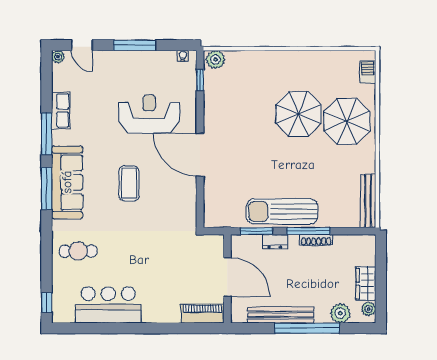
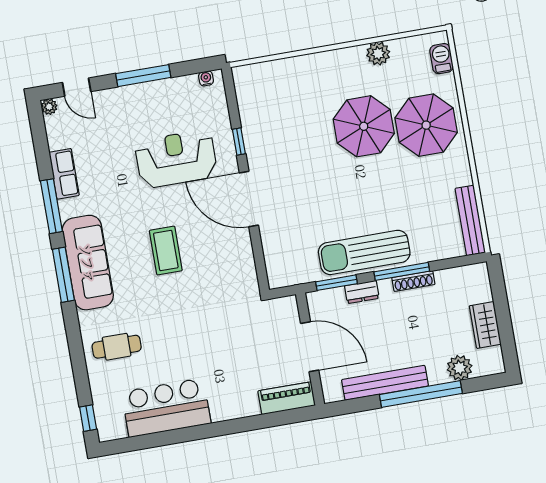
plant: (215, 60) -> (378, 54), moved
window: (200, 80) -> (239, 142), moved
plant: (369, 309) -> (494, 356), removed

